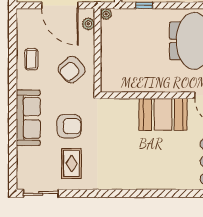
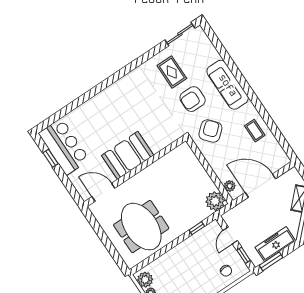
plant: (106, 14) -> (215, 201), width x1.88, depth x1.88
armchair: (72, 70) -> (210, 131), moved

